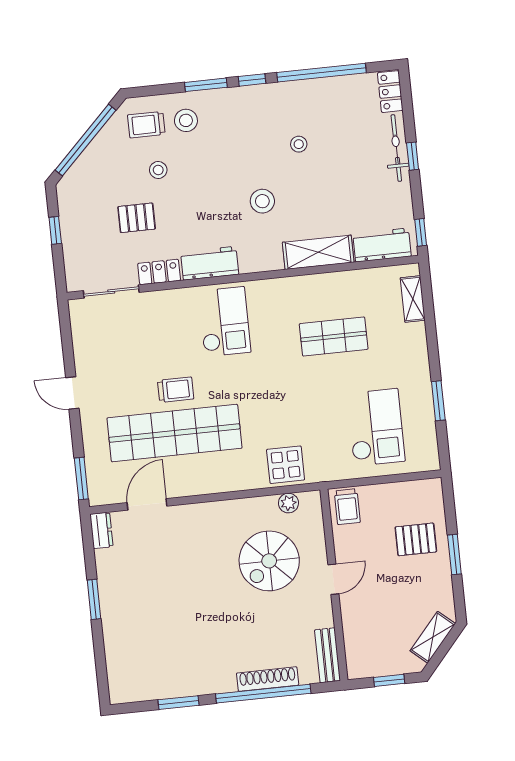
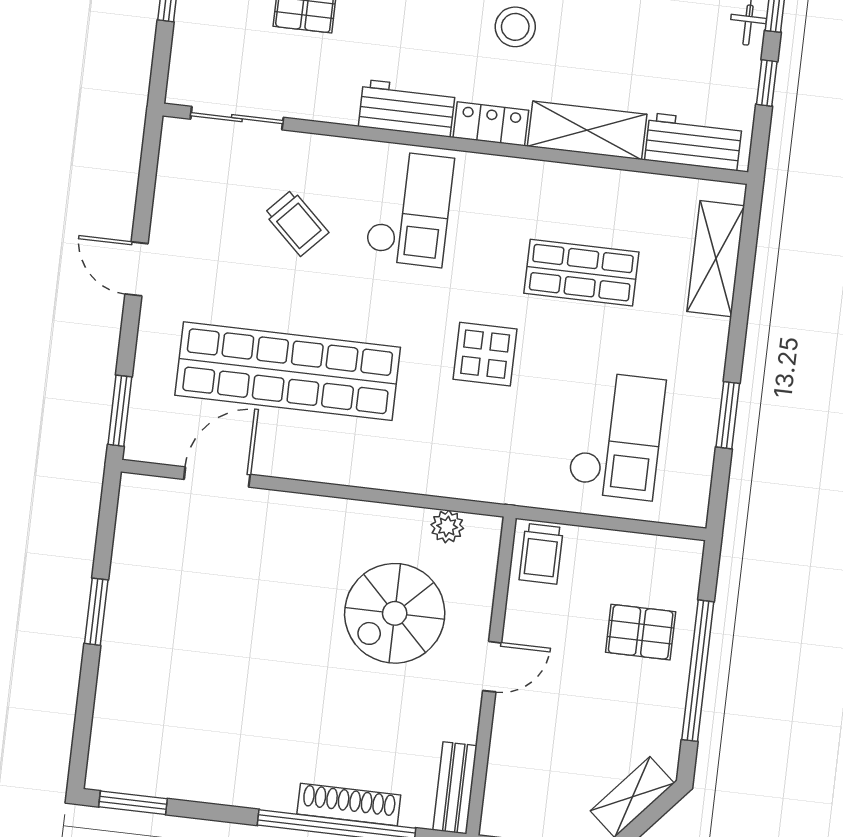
window: (421, 232) -> (767, 83), moved
locker: (159, 272) -> (491, 124), moved
shelving: (413, 299) -> (716, 259), width x1.50, depth x1.33
trolley: (176, 390) -> (296, 223), moved, turned 43
display table: (286, 465) -> (485, 354), moved
dresser: (101, 530) -> (134, 502), removed
window: (454, 554) -> (698, 671), width x2.11
window: (178, 703) -> (133, 803), moved

